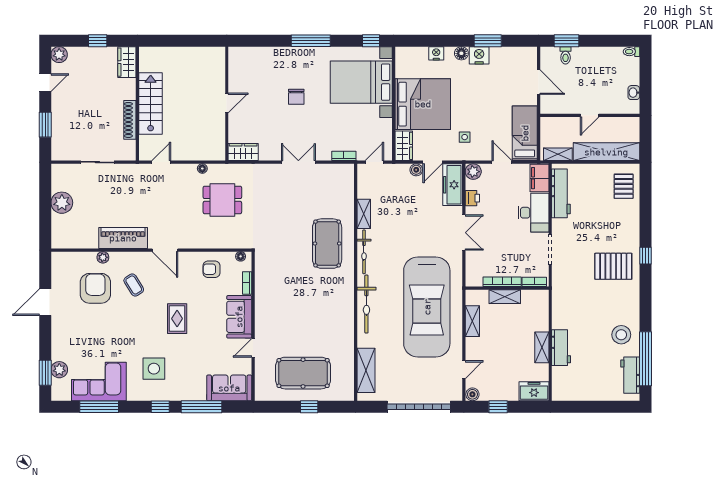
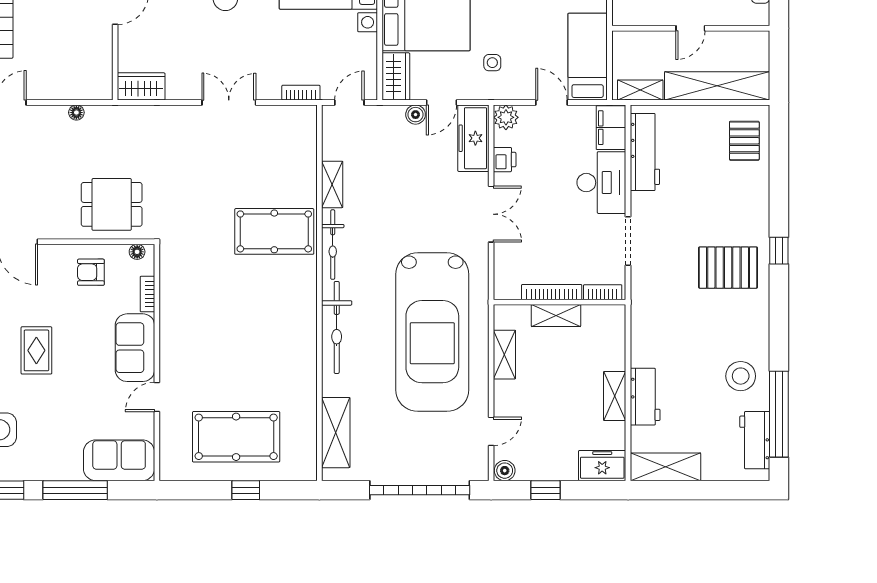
dining table: (222, 200) -> (112, 204), moved
pool table: (327, 244) -> (274, 231), turned 90
shelving: (574, 392) -> (665, 467), added

